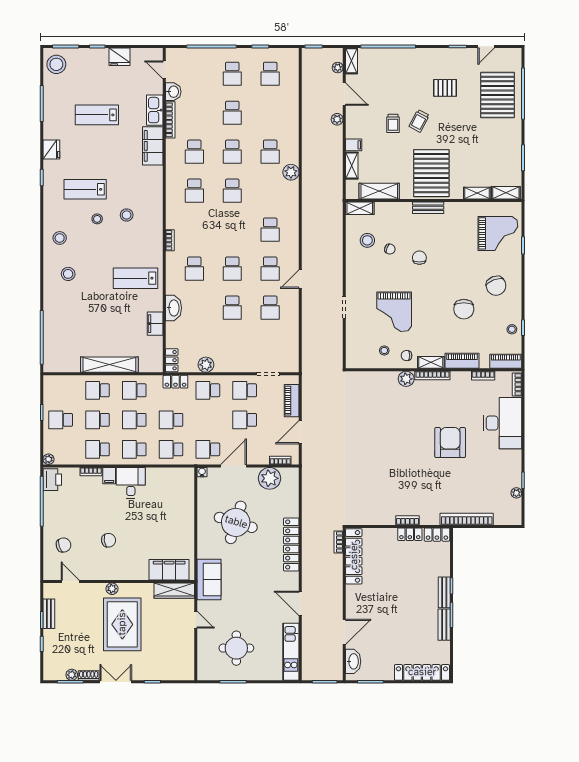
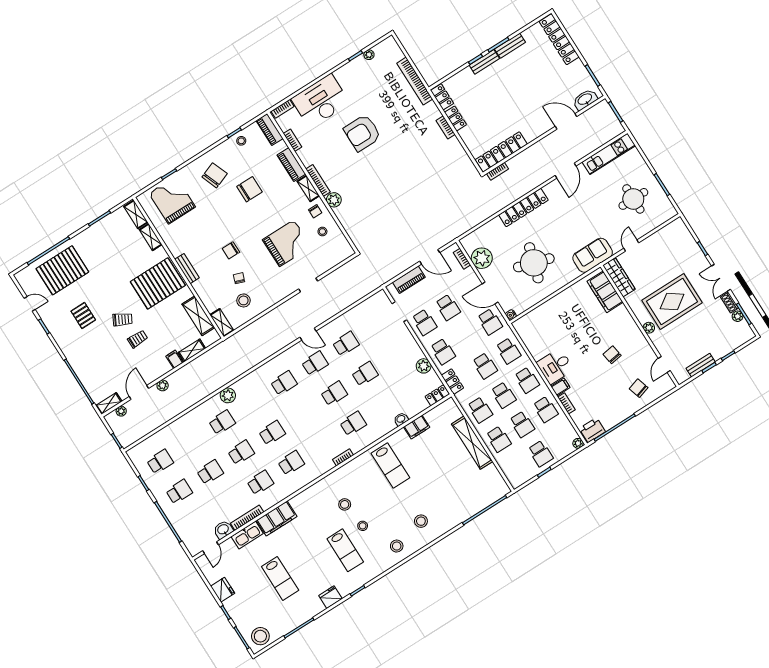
washbasin: (173, 308) -> (401, 419), width x0.52, depth x0.69

